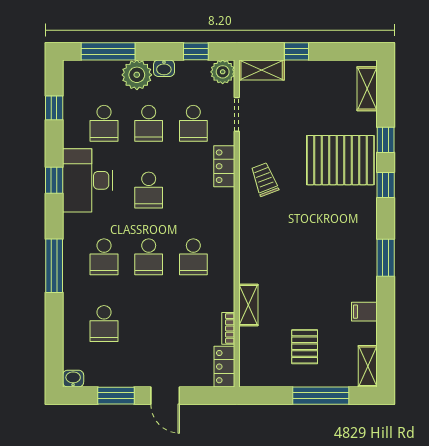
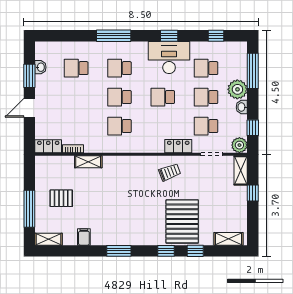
washbasin: (73, 379) -> (40, 67), moved

